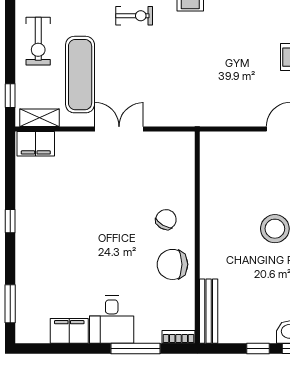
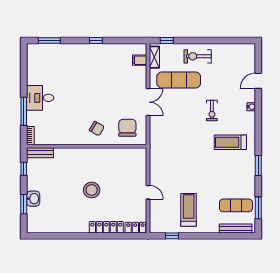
filing cabinet: (36, 144) -> (140, 60), width x0.50
chair: (172, 264) -> (127, 128), moved
bench: (209, 311) -> (40, 153), width x0.73
filing cabinet: (69, 331) -> (34, 74), removed
window: (258, 349) -> (24, 169), moved

